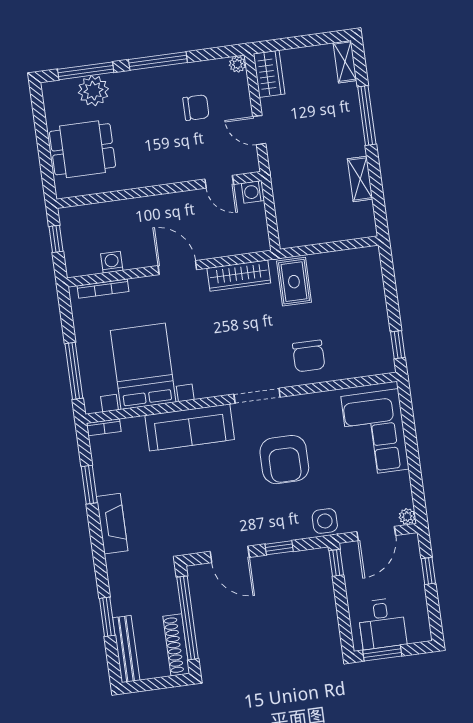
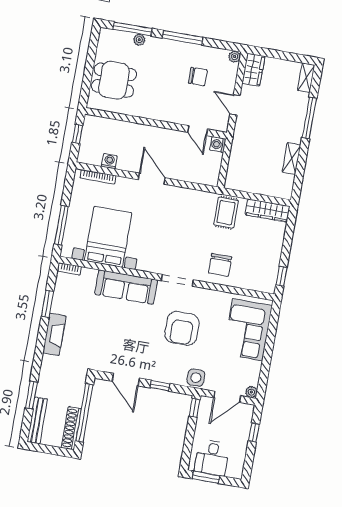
plant: (93, 91) -> (139, 40), width x0.53, depth x0.53
wardrobe: (239, 276) -> (268, 210), moved

